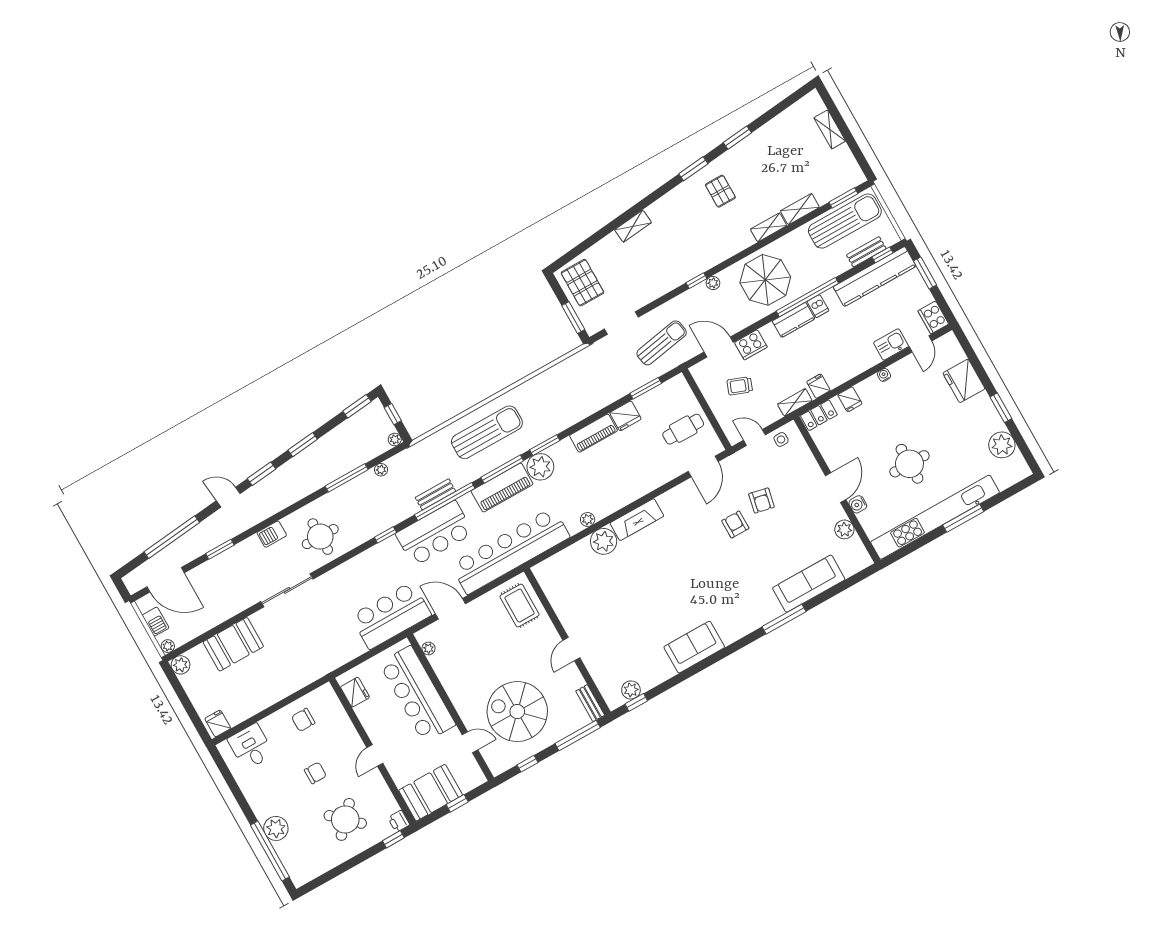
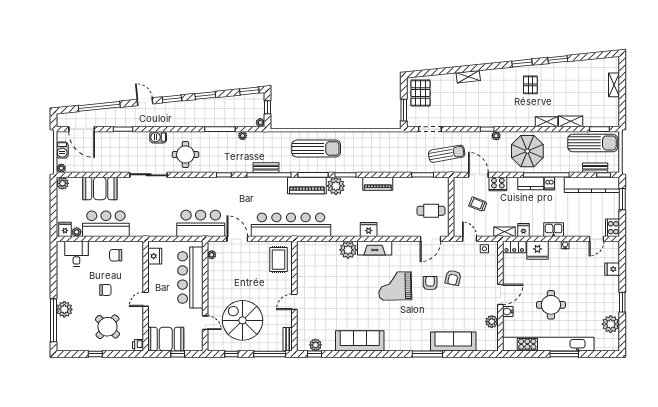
kitchen sink: (891, 344) -> (554, 230), moved
fridge: (964, 381) -> (612, 269), width x0.53, depth x0.75
fridge: (850, 399) -> (537, 250), width x1.88, depth x1.34
fridge: (625, 416) -> (369, 229), moved, turned 180
plant: (588, 519) -> (77, 232), moved
bar counter: (435, 533) -> (106, 224), moved, turned 180
grand piano: (691, 554) -> (395, 286), added
sofa: (694, 647) -> (360, 341), width x1.36
window: (393, 839) -> (95, 354), moved

